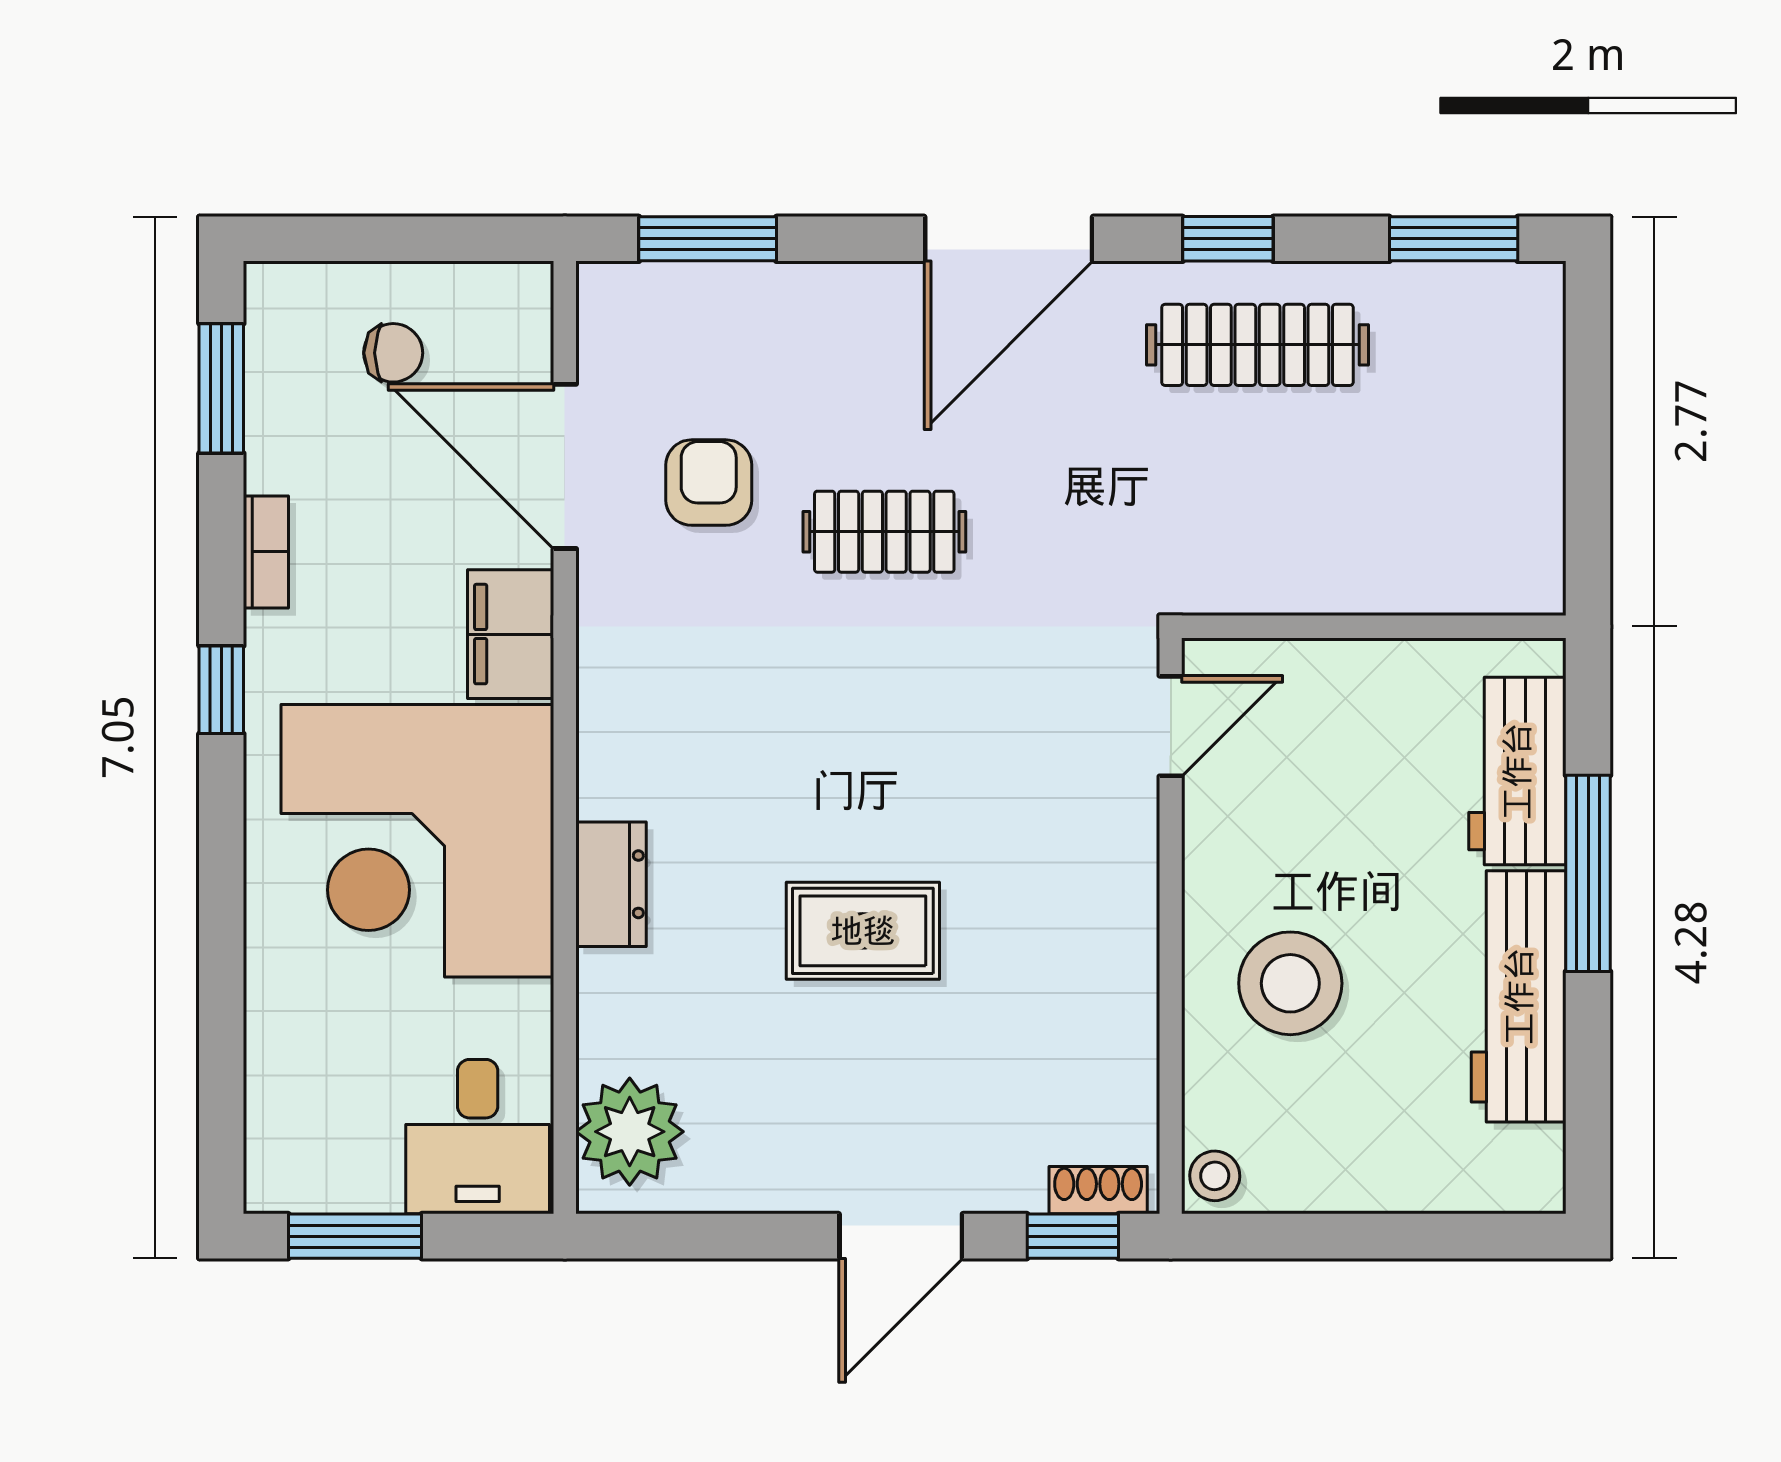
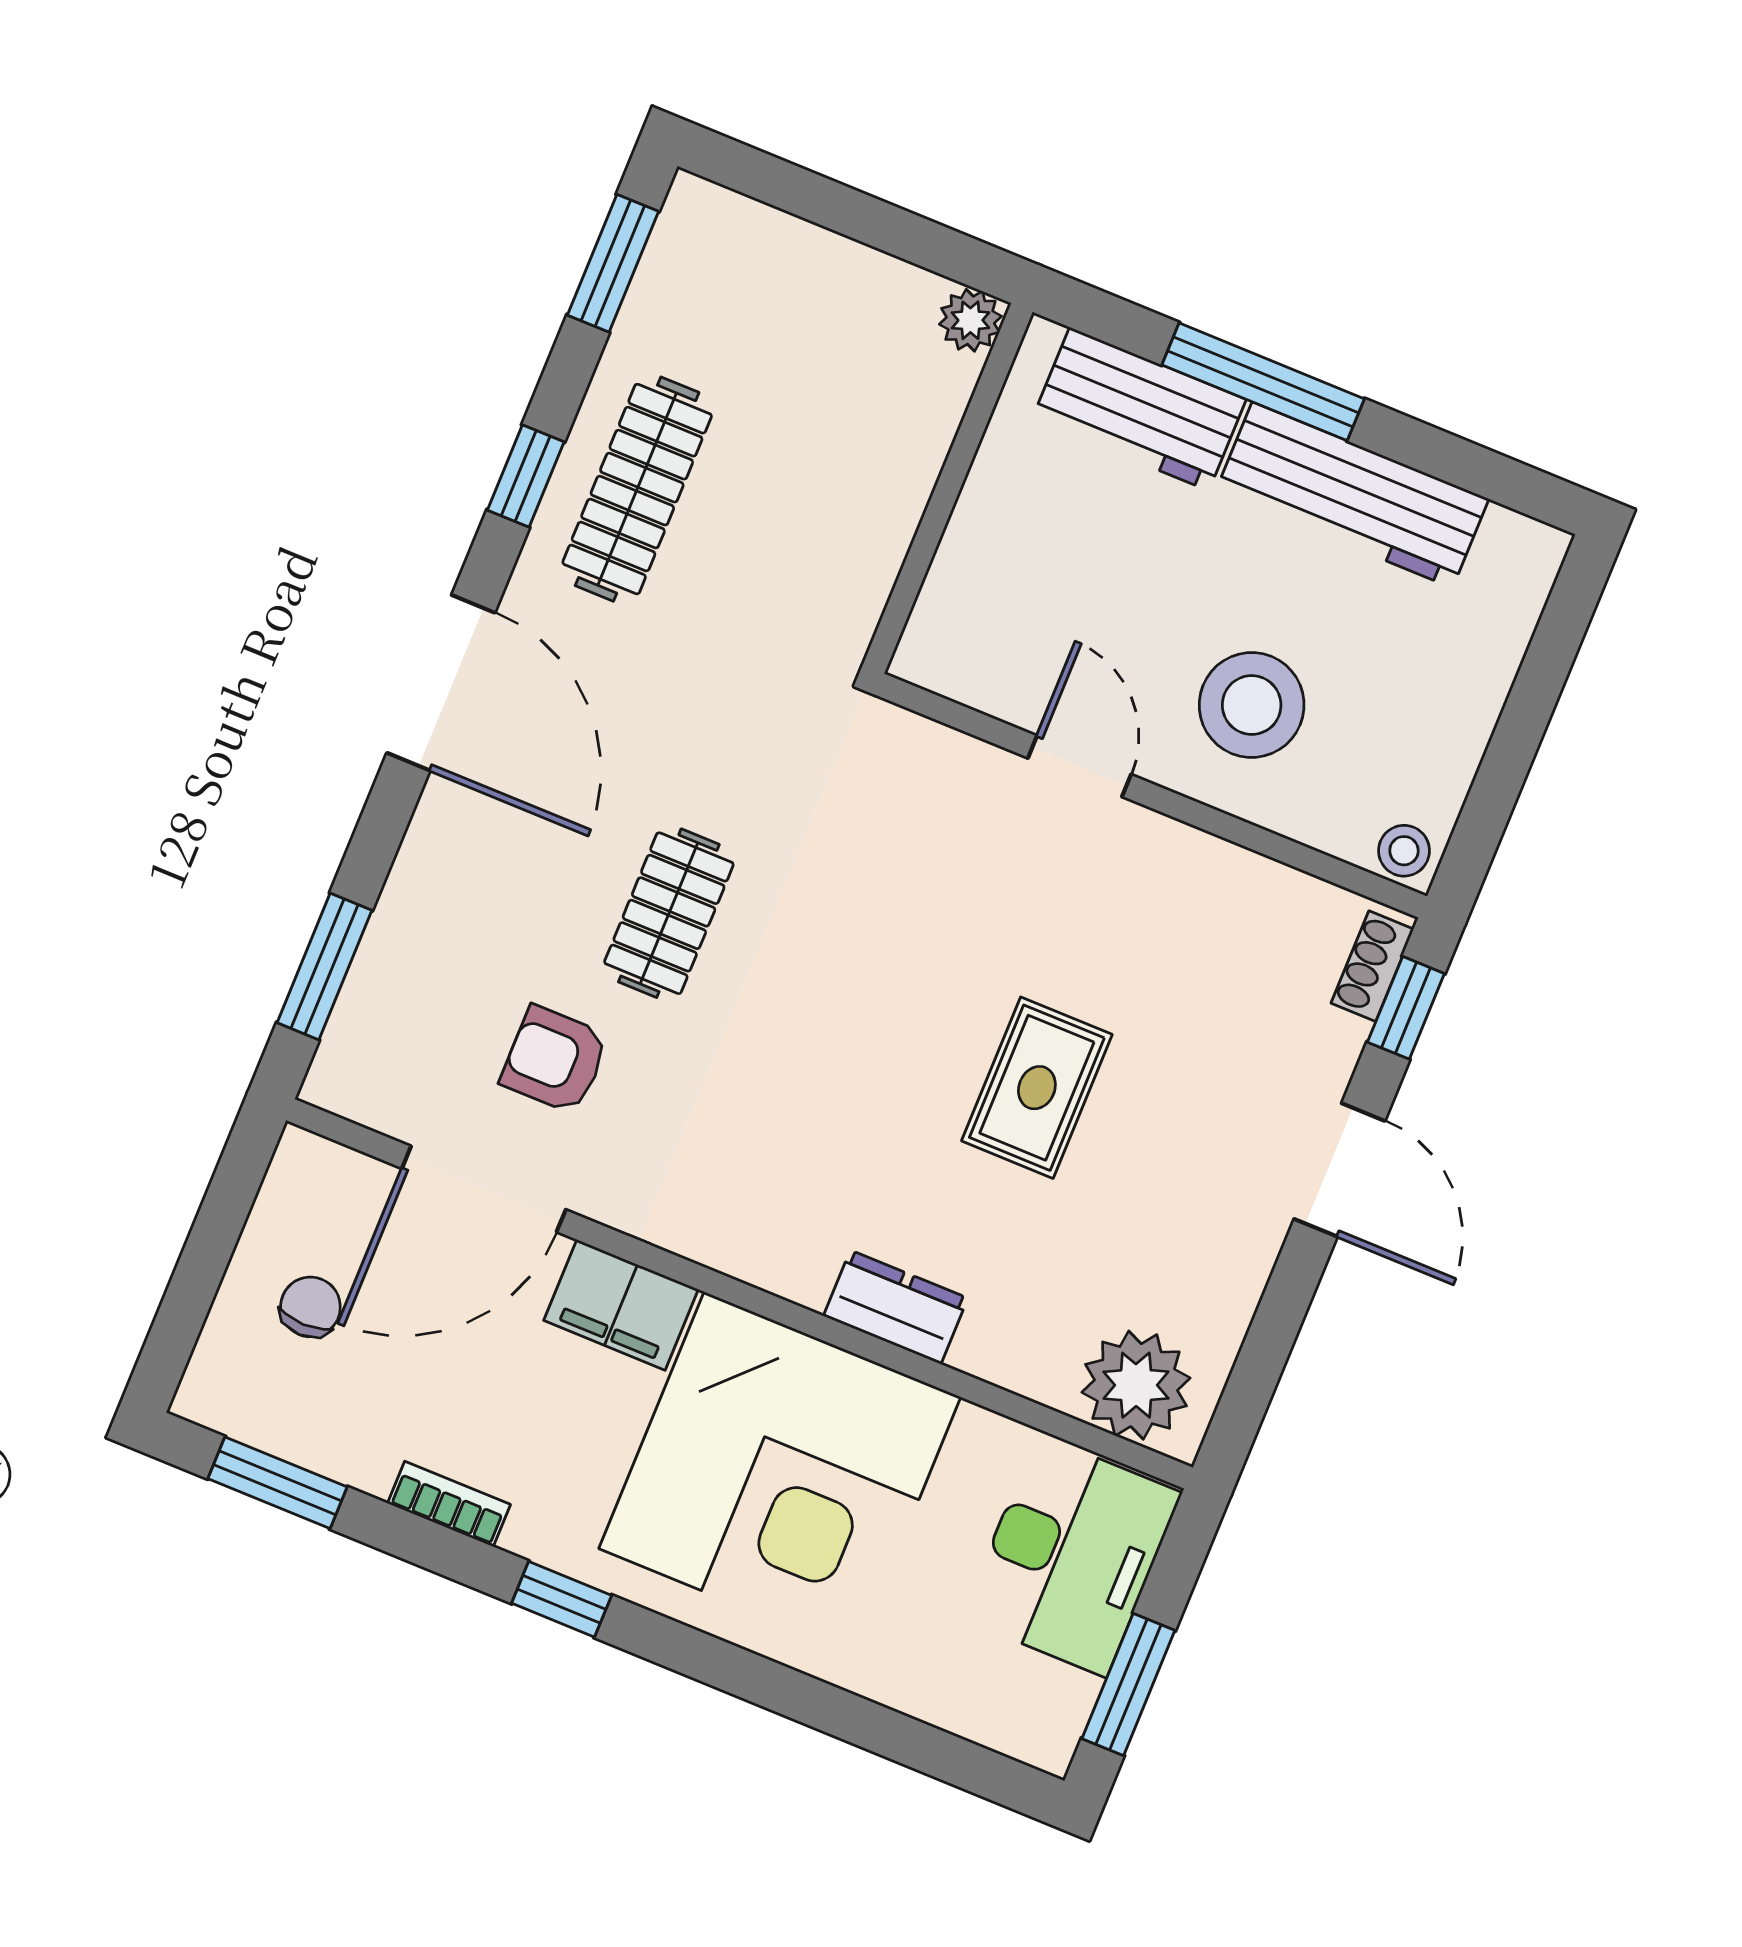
plant: (1535, 585) -> (970, 320), added
door: (1171, 726) -> (1079, 766), moved
desk: (478, 1137) -> (1072, 1556), width x1.37

